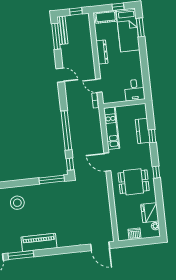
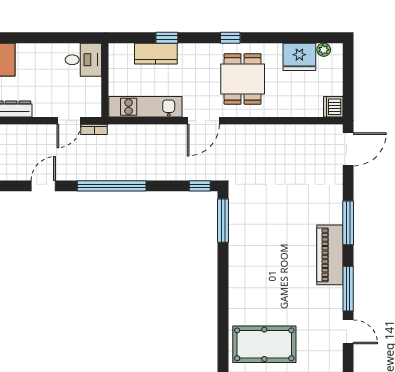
window: (66, 130) -> (112, 186), moved
stool: (17, 203) -> (257, 285), removed
dishwasher: (134, 234) -> (333, 107), moved
window: (58, 251) -> (348, 223), added

